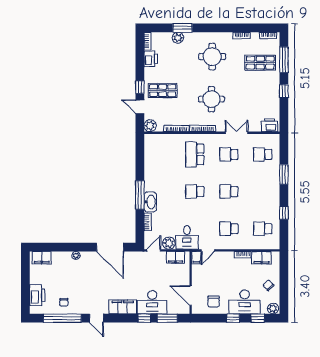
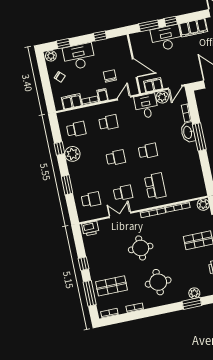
round table: (211, 99) -> (141, 248), moved
double door: (237, 133) -> (120, 215), swing flipped
plant: (272, 205) -> (72, 154), added
filing cabinet: (196, 258) -> (103, 95), moved
door: (191, 296) -> (135, 68), moved
chair: (214, 302) -> (110, 76), moved
window: (233, 318) -> (100, 36), moved

